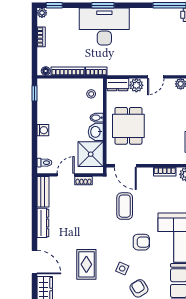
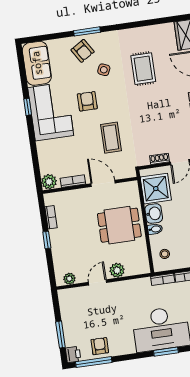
armchair: (162, 19) -> (100, 346), added
dresser: (117, 85) -> (138, 268), removed
dining table: (128, 126) -> (119, 225), turned 90
door: (125, 166) -> (103, 183), moved
armchair: (141, 242) -> (87, 101), turned 90

